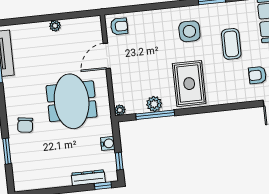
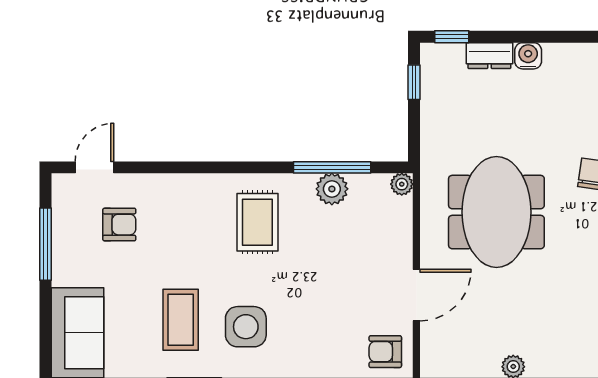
coffee table: (231, 44) -> (181, 320), moved
rug: (189, 84) -> (257, 222), width x0.73, depth x0.70
water cooler: (108, 143) -> (528, 56), moved, turned 90
dresser: (88, 178) -> (489, 56), width x0.70

